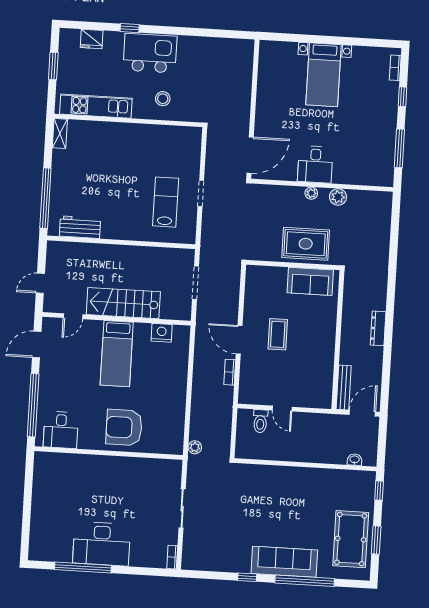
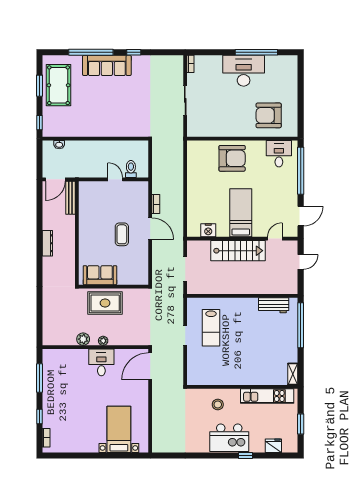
bed with nightstands: (323, 75) -> (119, 429), moved
plant: (195, 447) -> (178, 147), removed
armchair: (72, 482) -> (269, 115), added

